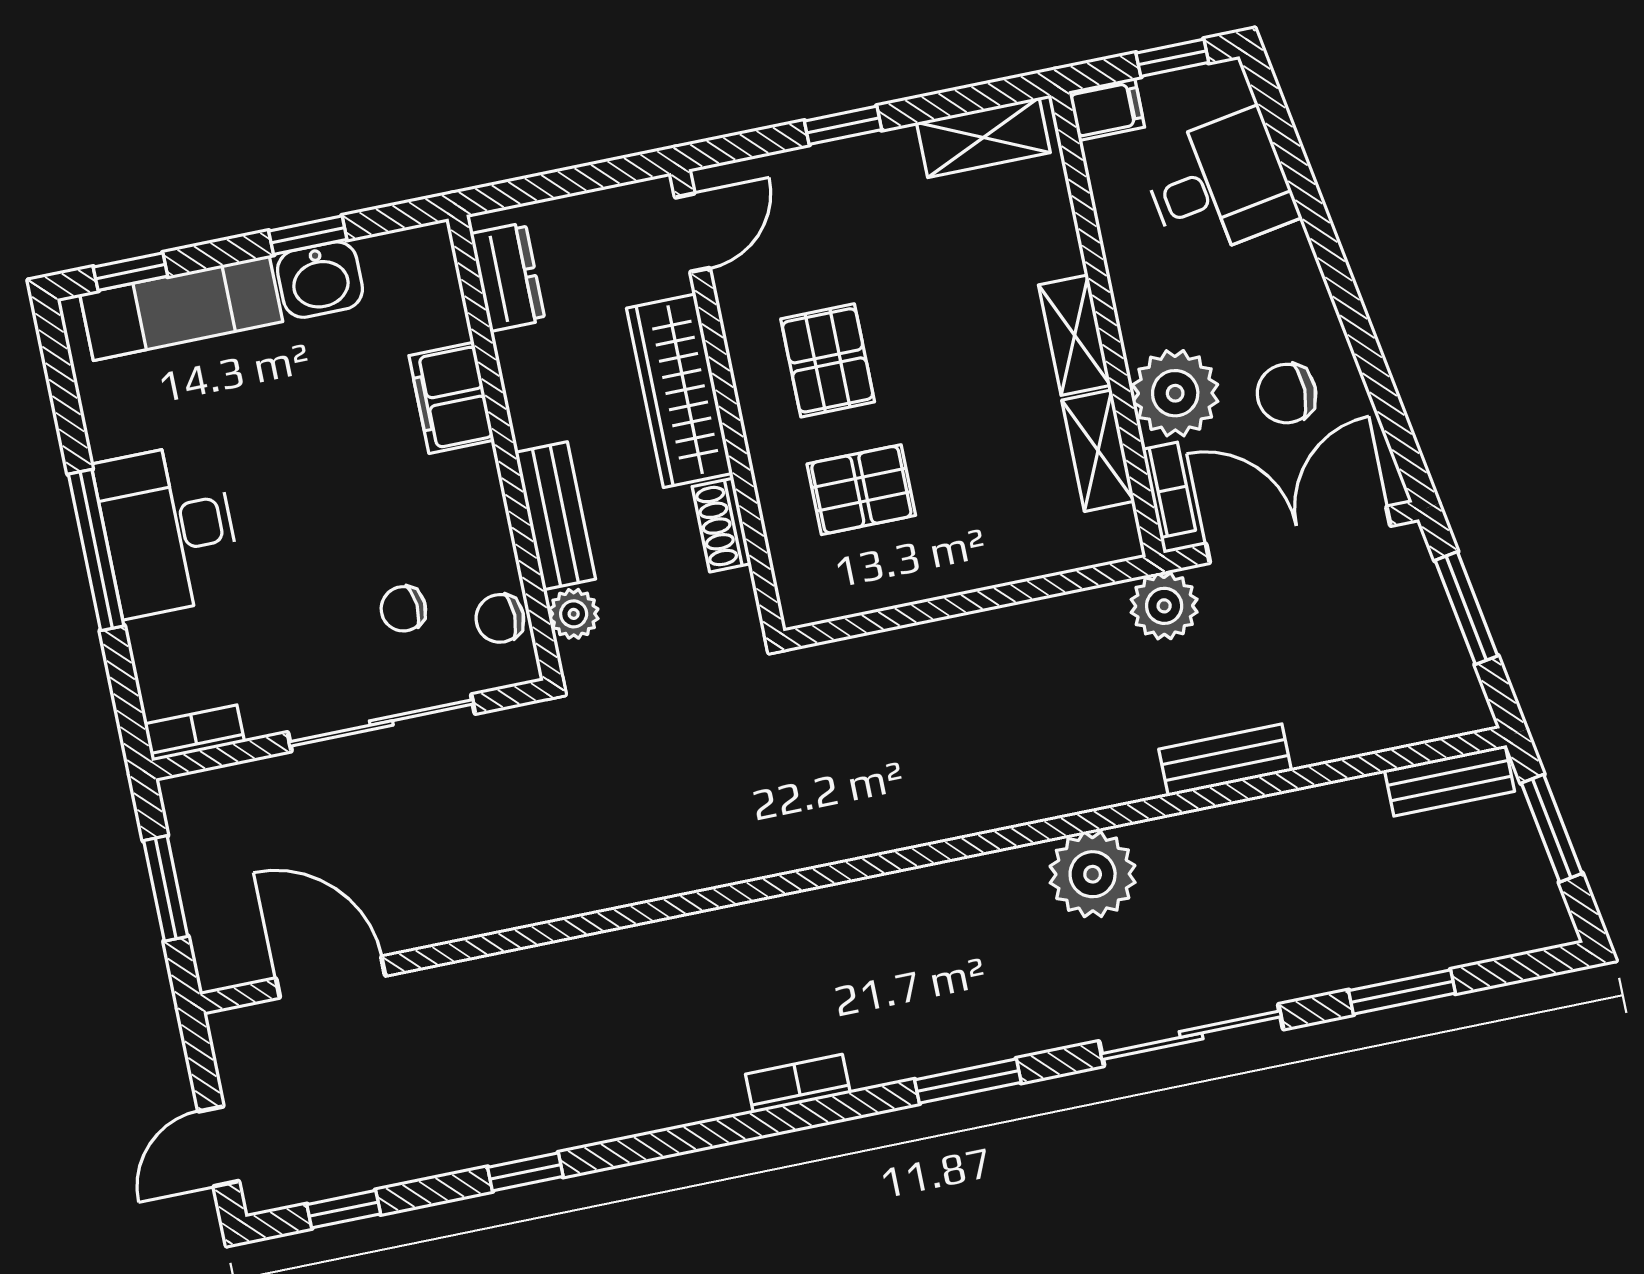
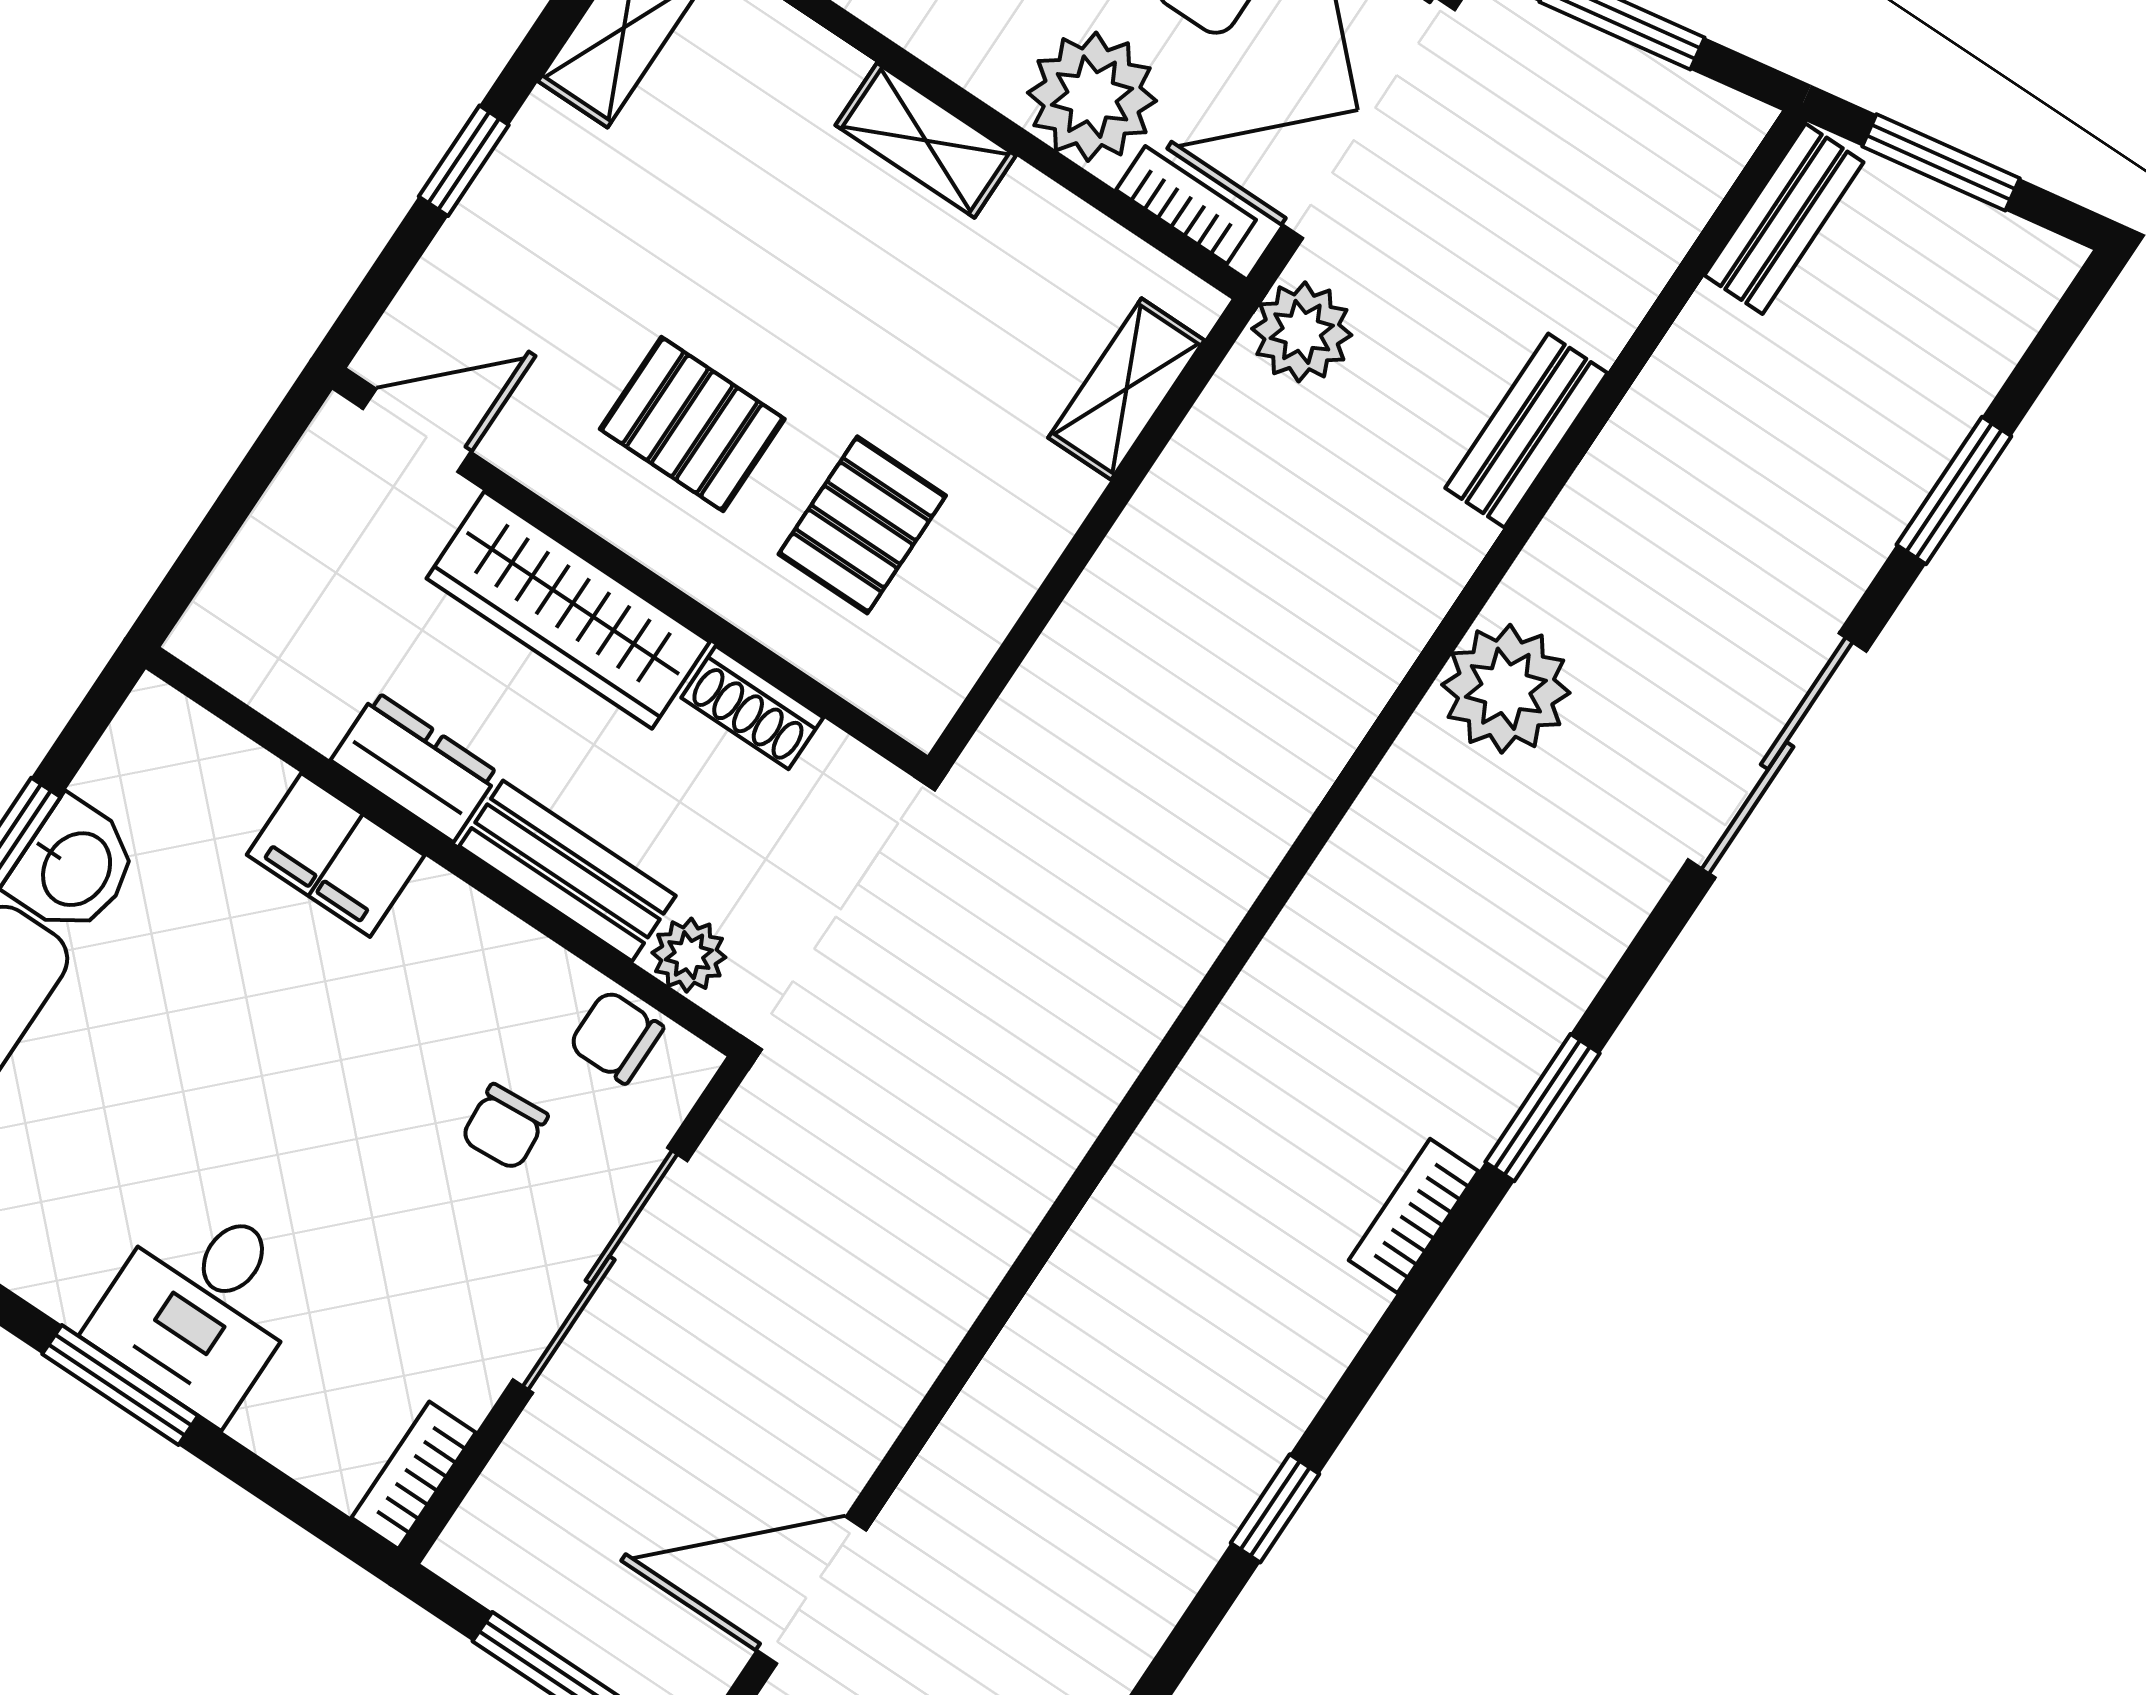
door: (692, 233) -> (417, 430), hinge flipped
dresser: (508, 277) -> (415, 767), moved
shelving: (1098, 451) -> (1126, 389), moved, turned 90
desk: (168, 530) -> (201, 1306), width x0.73
window: (96, 550) -> (120, 1385), width x0.69
chair: (500, 618) -> (616, 1037), turned 90
window: (968, 1081) -> (1542, 1108), moved
window: (525, 1172) -> (1275, 1508), moved

